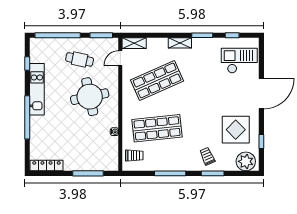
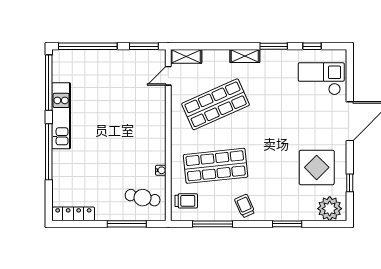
cafe table: (80, 59) -> (143, 198), moved
window: (27, 64) -> (49, 83), width x3.17
round table: (90, 97) -> (129, 125), removed
trolley: (207, 156) -> (245, 206), moved
window: (170, 173) -> (212, 224), moved

